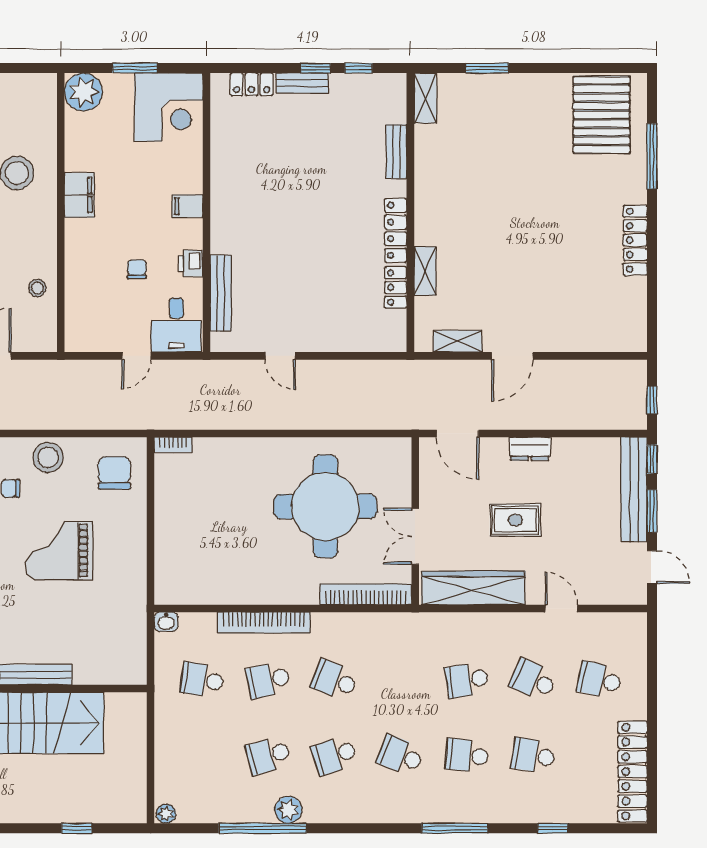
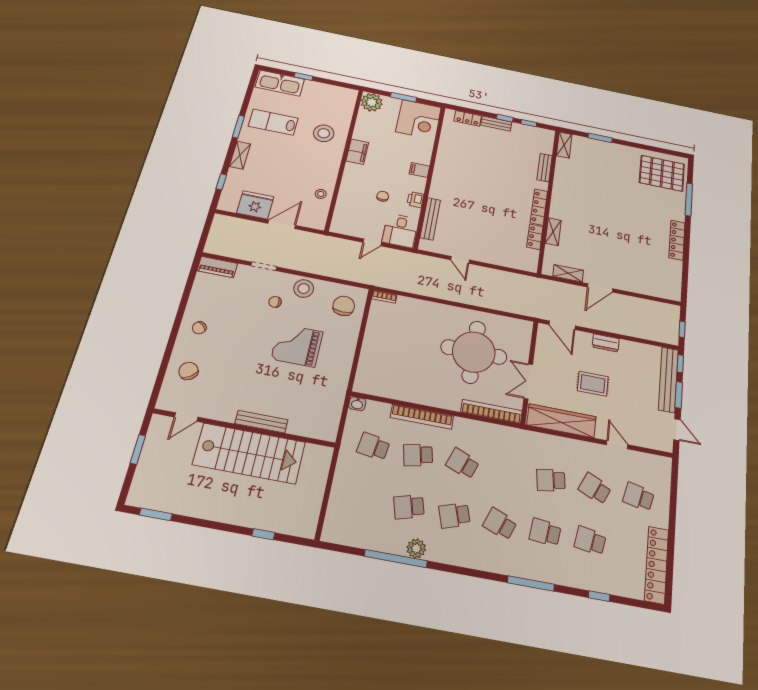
pallet: (602, 115) -> (662, 173), turned 90
plant: (166, 814) -> (329, 535), removed

